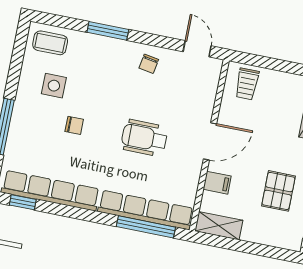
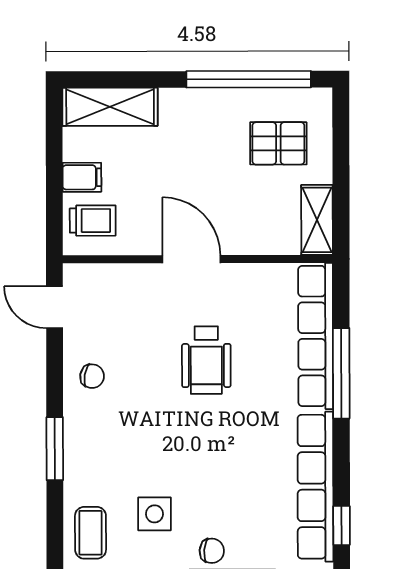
door: (197, 49) -> (54, 307), hinge flipped
chair: (74, 125) -> (212, 551), moved, turned 95
filing cabinet: (217, 183) -> (82, 177), moved, turned 90
pallet: (278, 191) -> (278, 143), moved
window: (146, 227) -> (341, 373), moved

